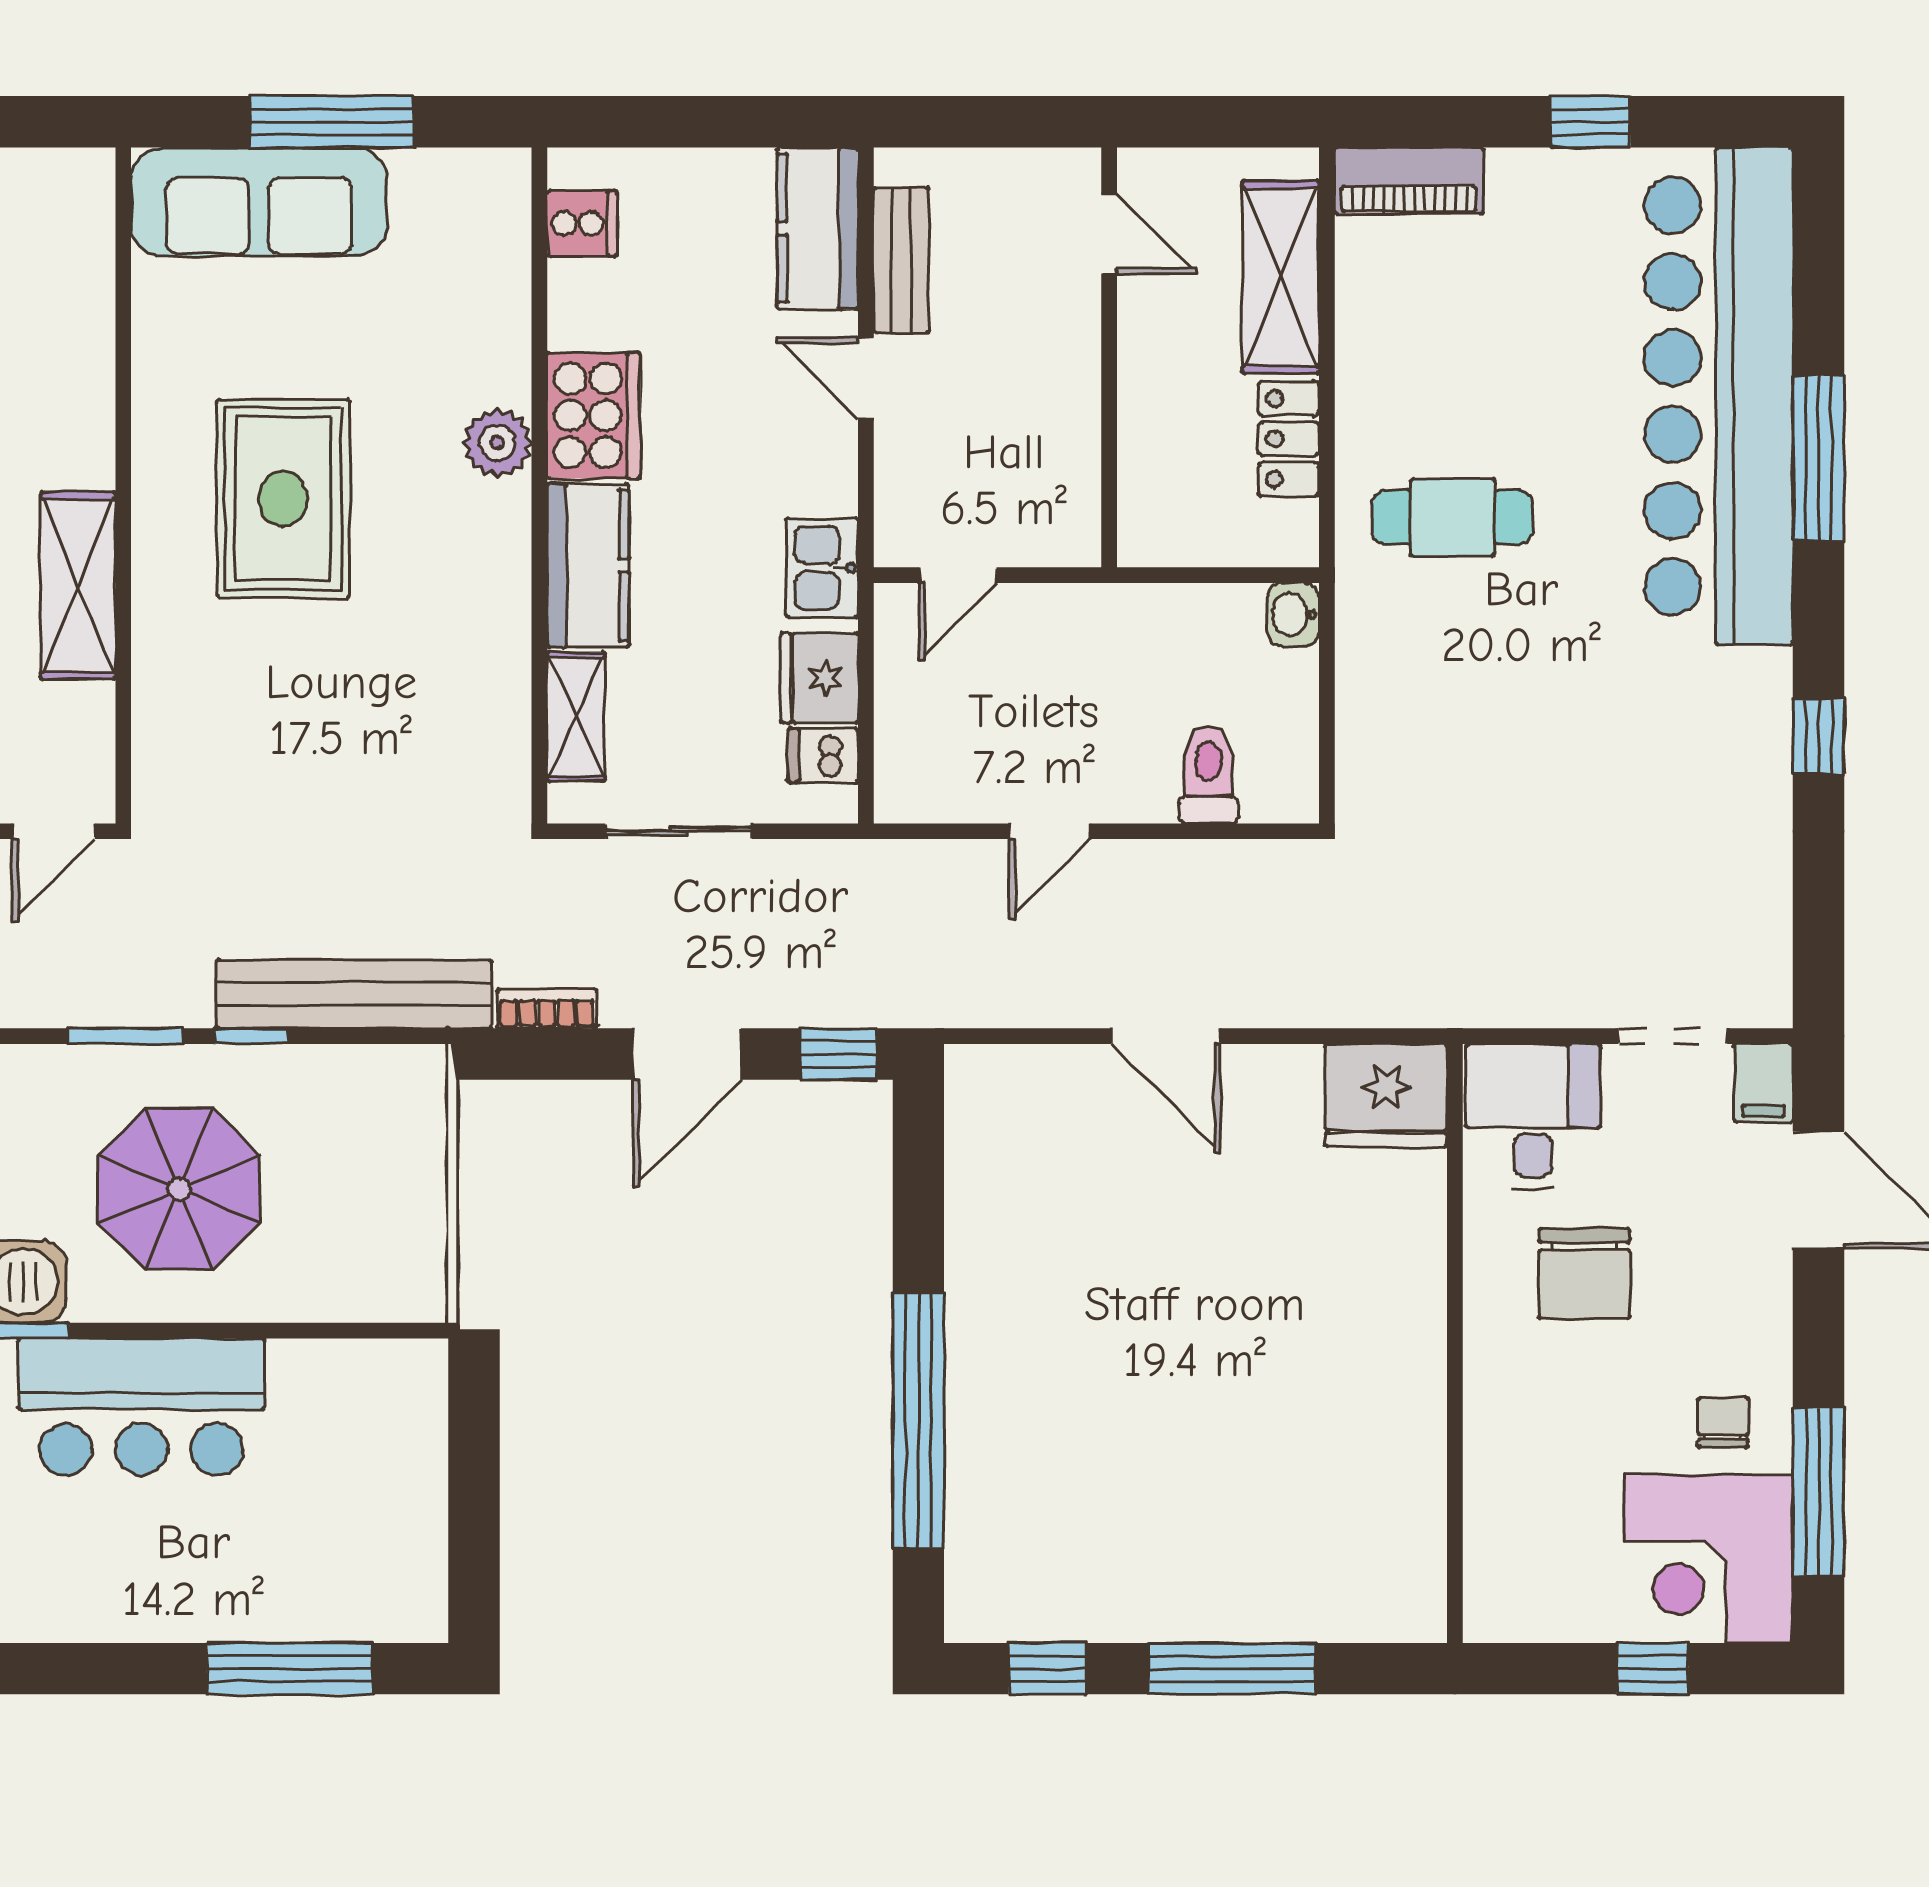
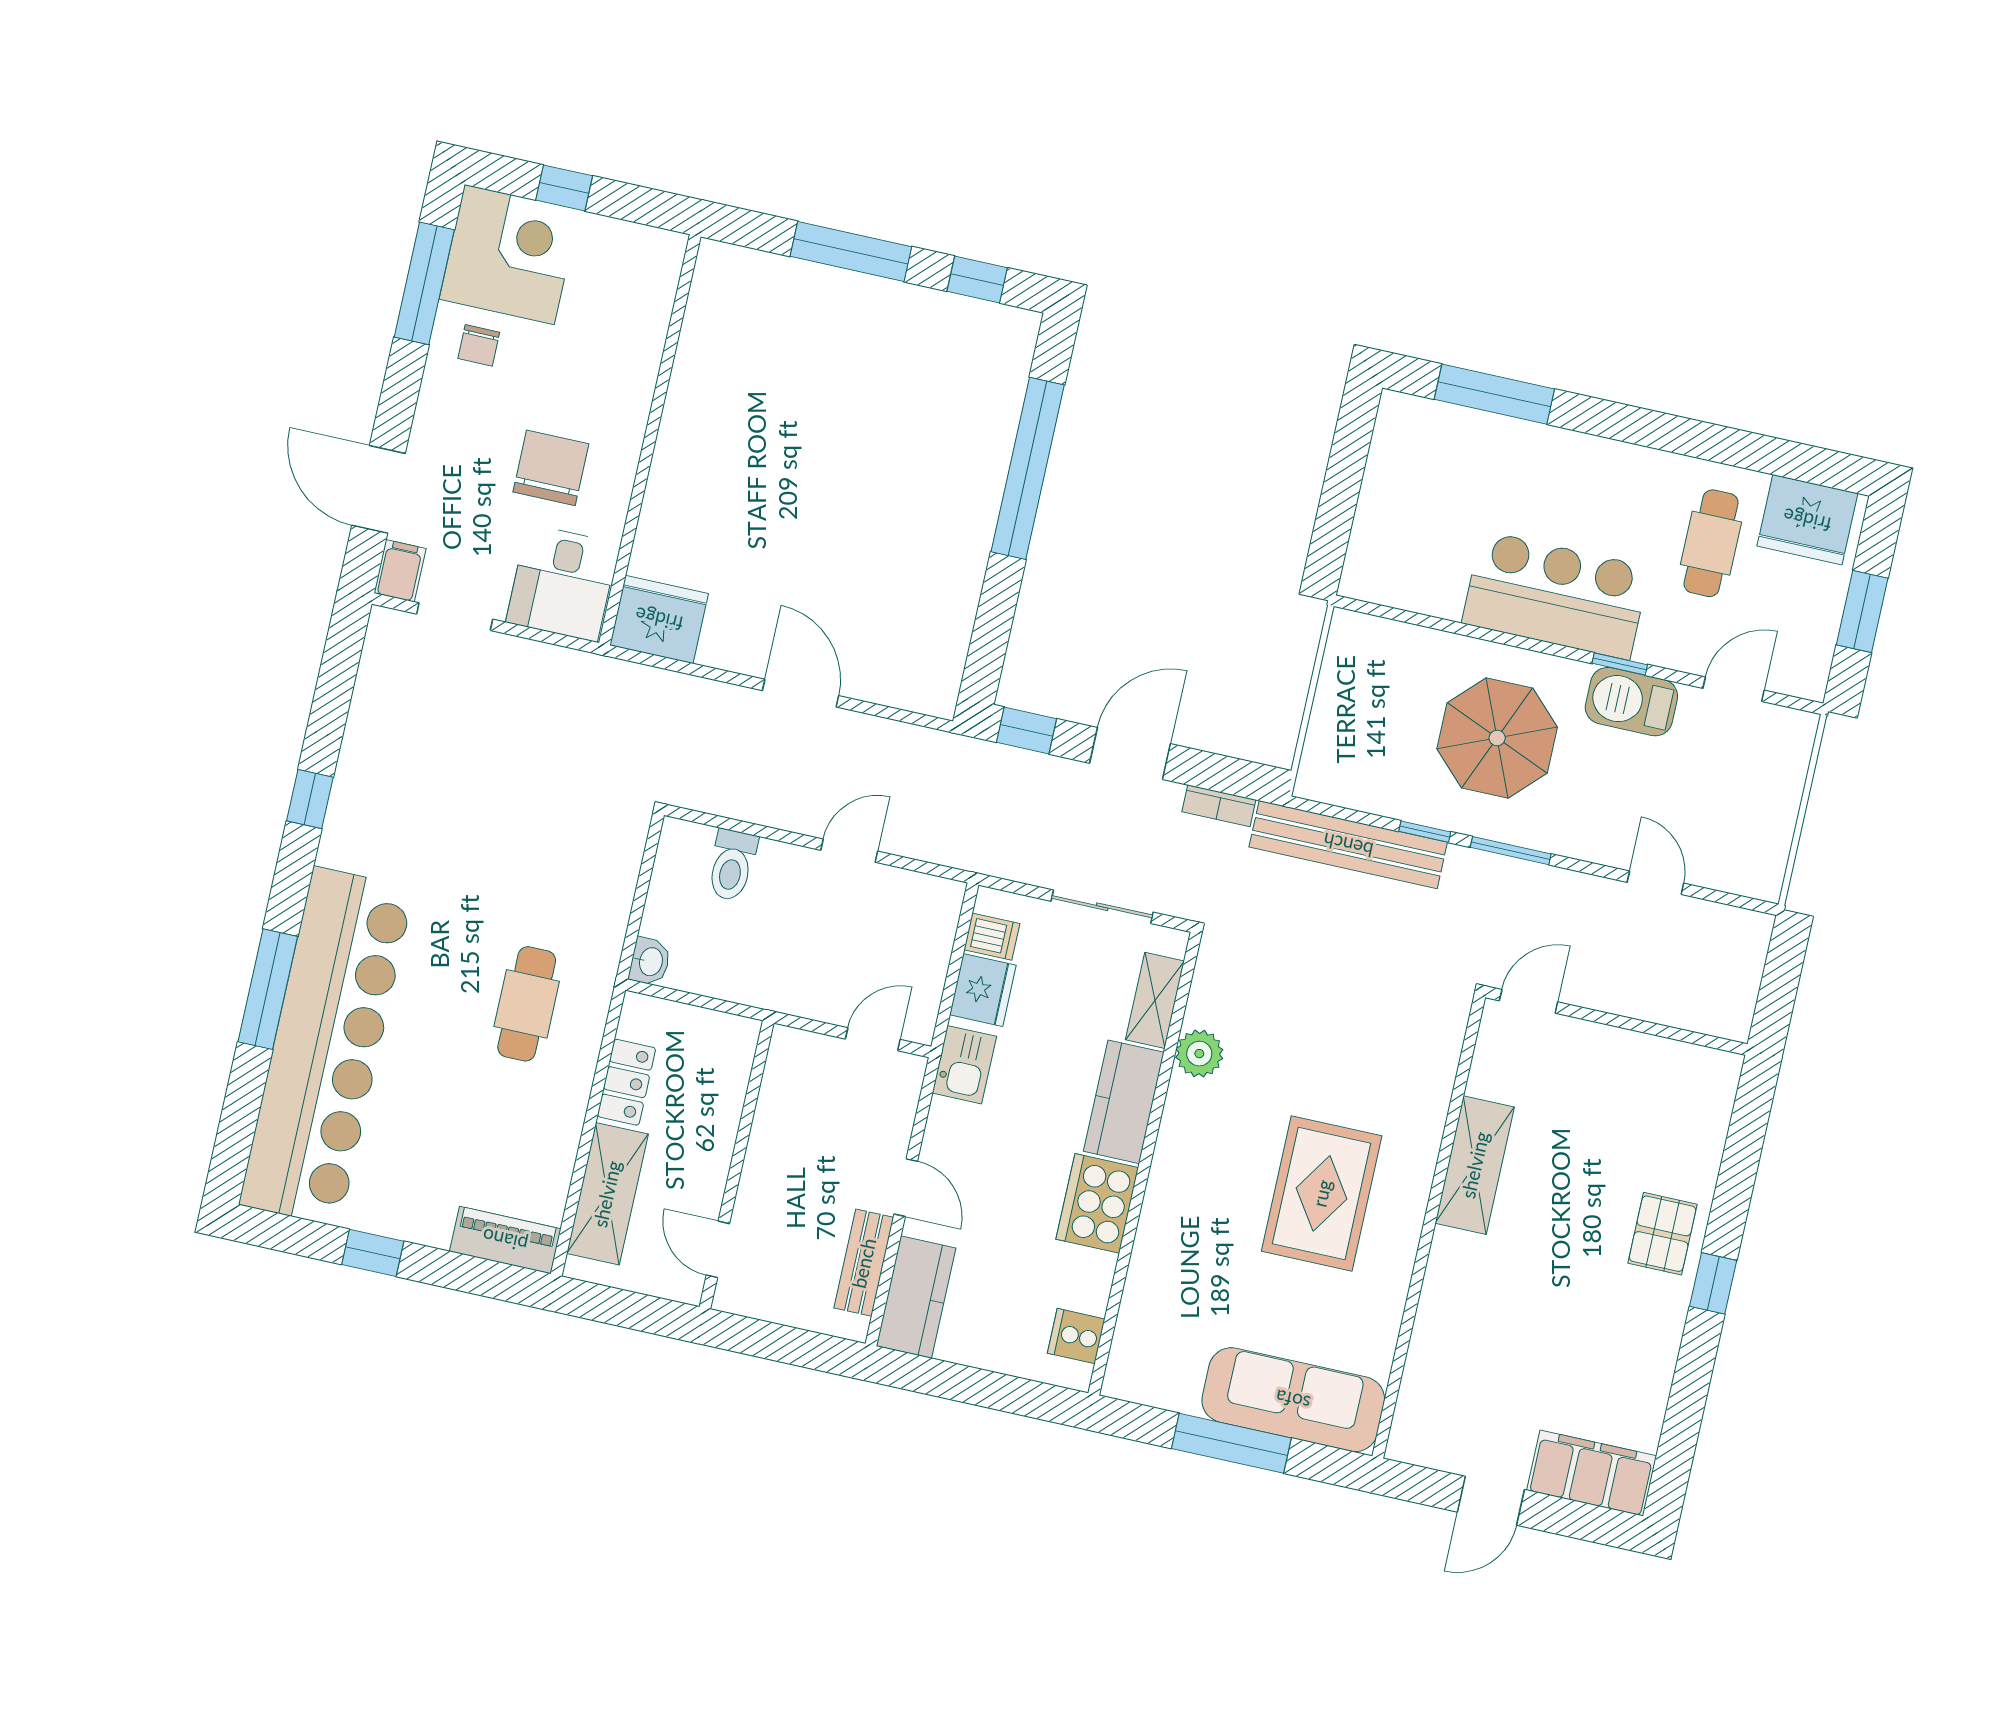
plant: (497, 443) -> (1199, 1054), moved
cafe table: (1452, 517) -> (527, 1004), turned 90

